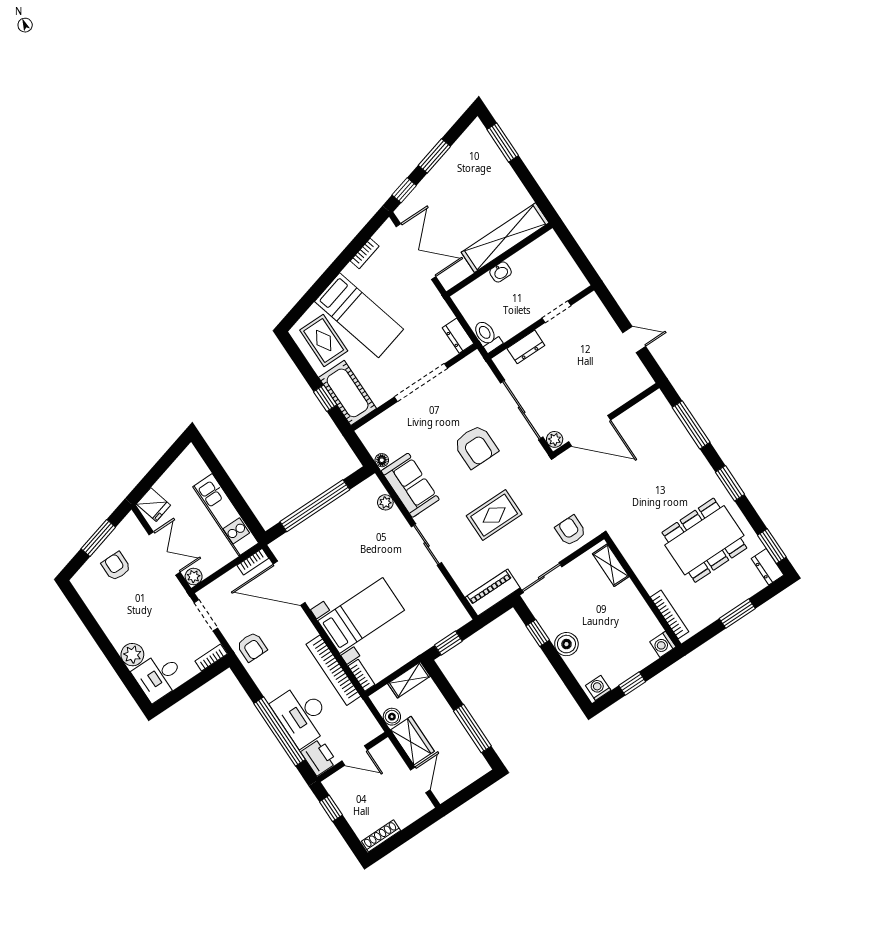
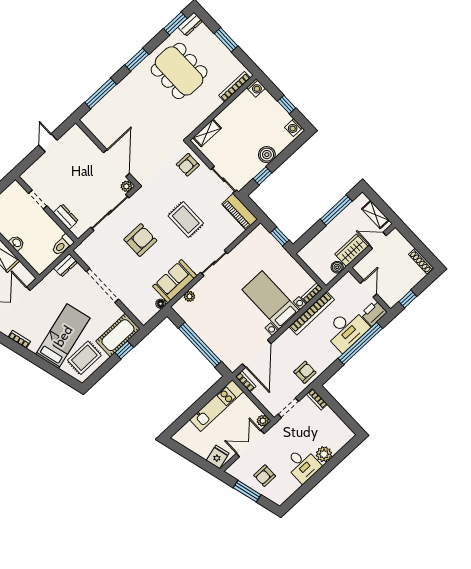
desk: (159, 676) -> (302, 465), moved
shelving: (409, 680) -> (375, 215), moved

